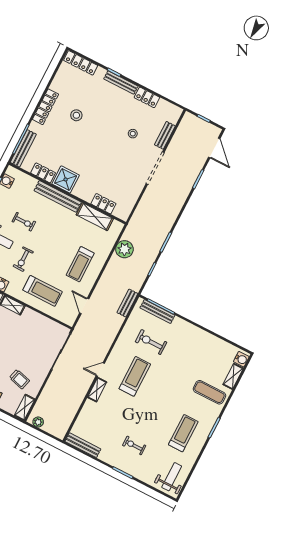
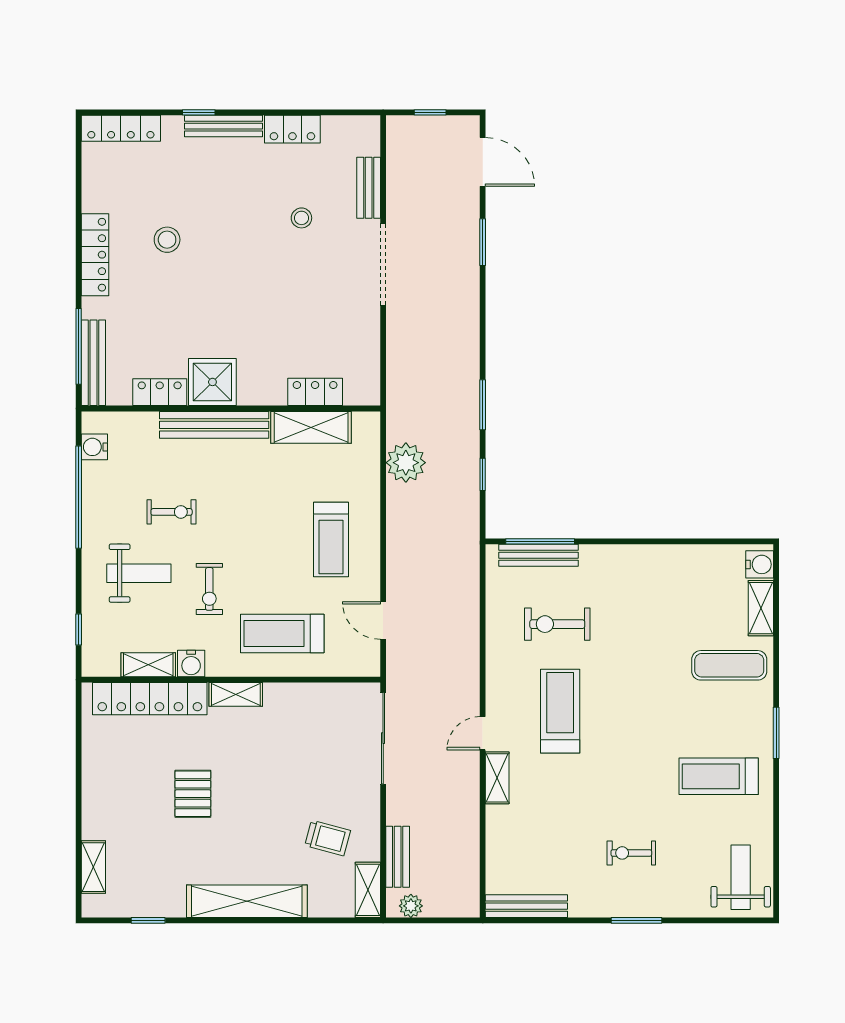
treadmill: (43, 291) -> (282, 633), turned 180
bench: (127, 303) -> (398, 857), moved
treadmill: (183, 433) -> (719, 776), turned -90

